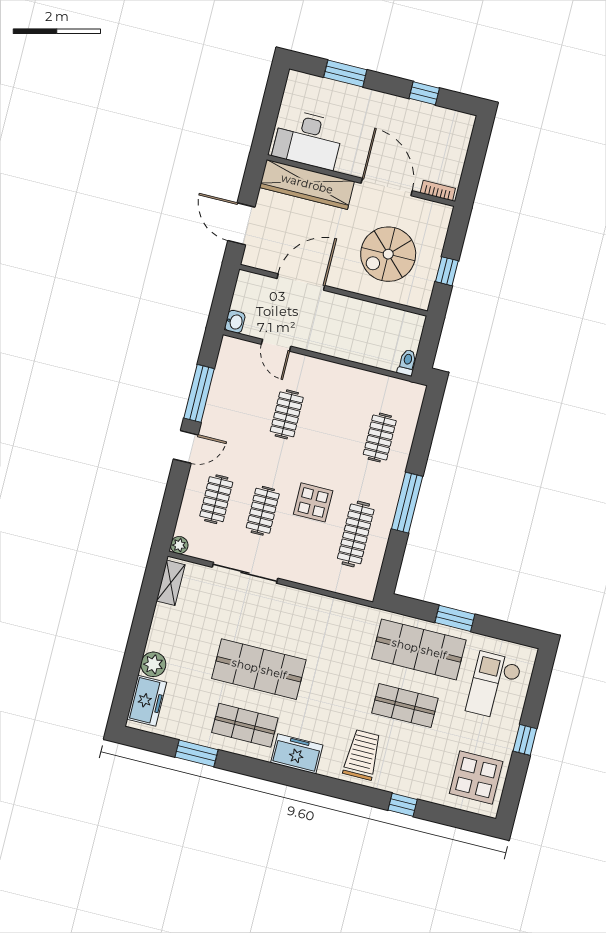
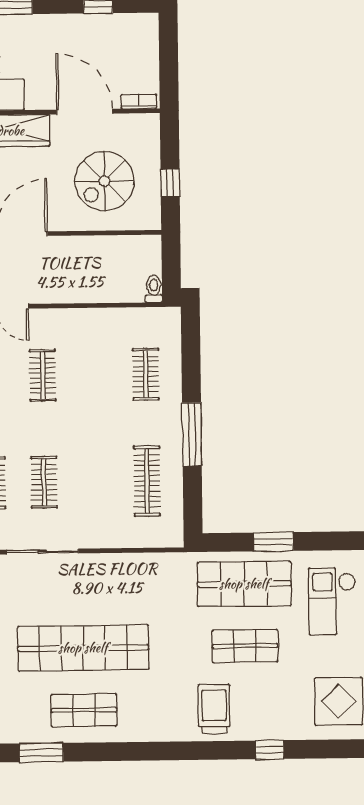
display table: (313, 502) -> (94, 460), removed
shop shelf: (259, 669) -> (83, 648), width x1.40
freezer: (297, 754) -> (146, 726), removed

